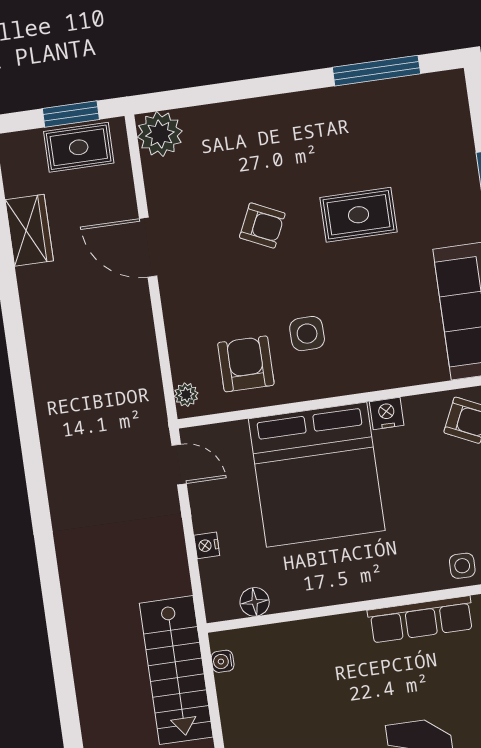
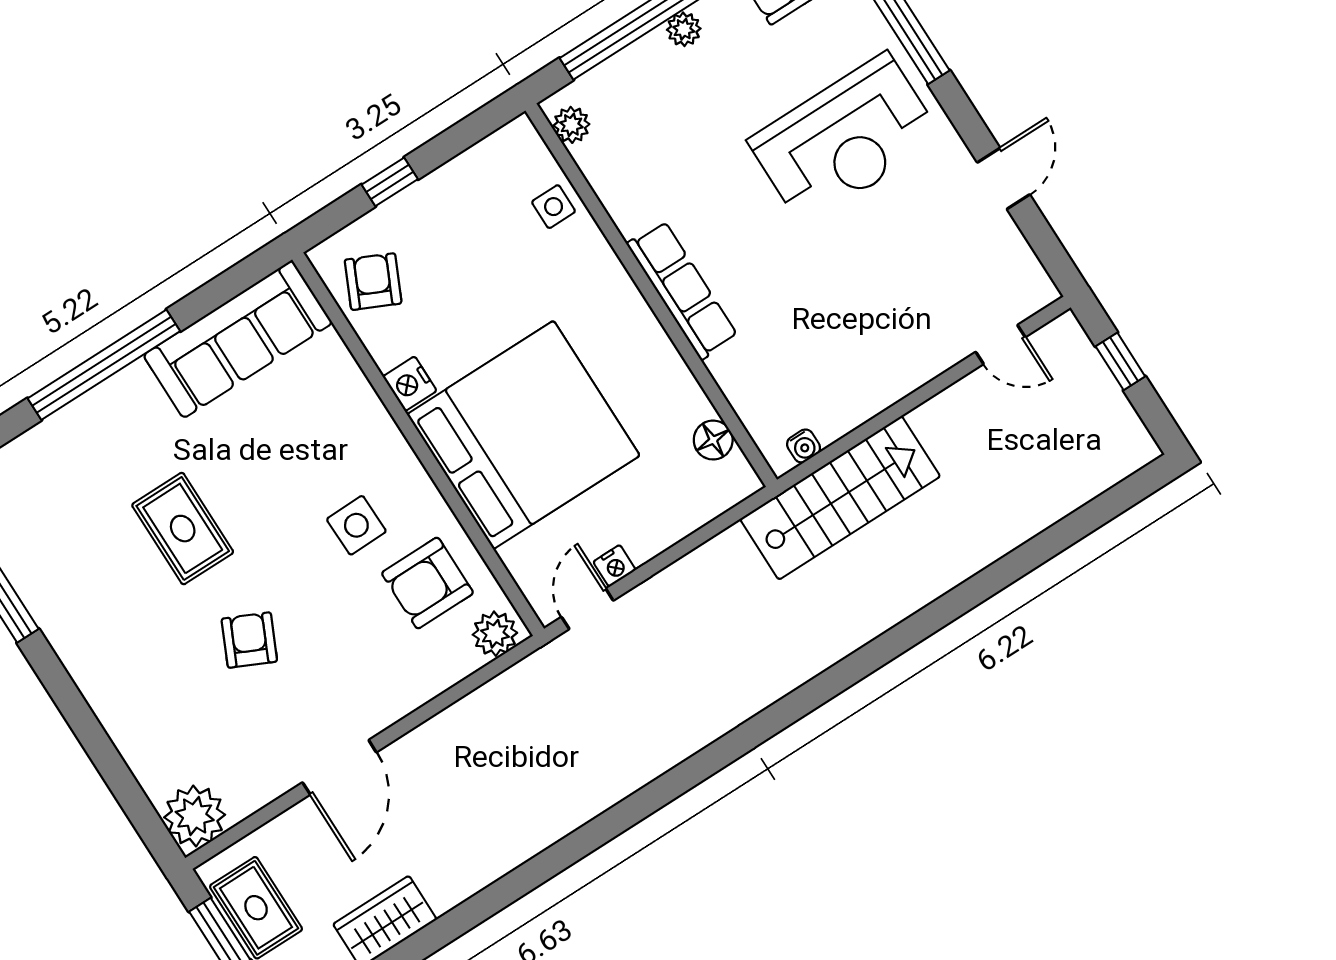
plant: (186, 395) -> (495, 634), width x1.38, depth x1.38
nightstand: (207, 545) -> (614, 566), moved
row of seats: (421, 619) -> (682, 290), moved

